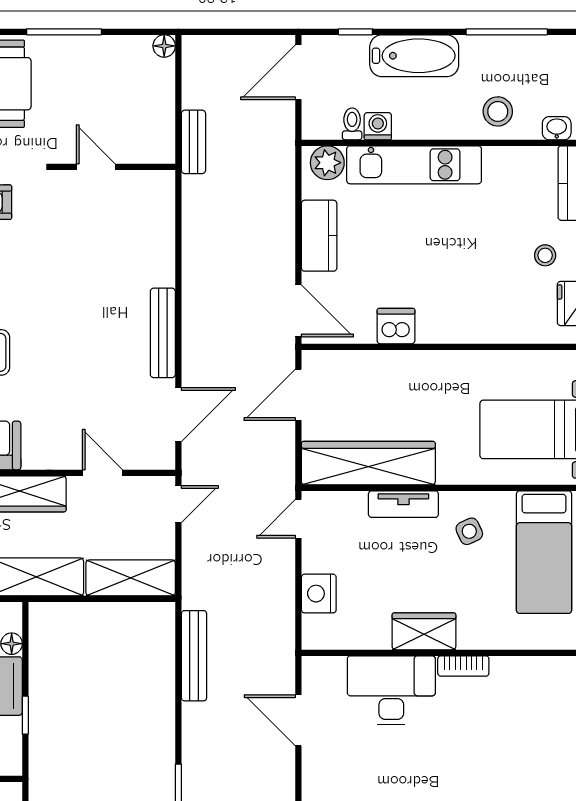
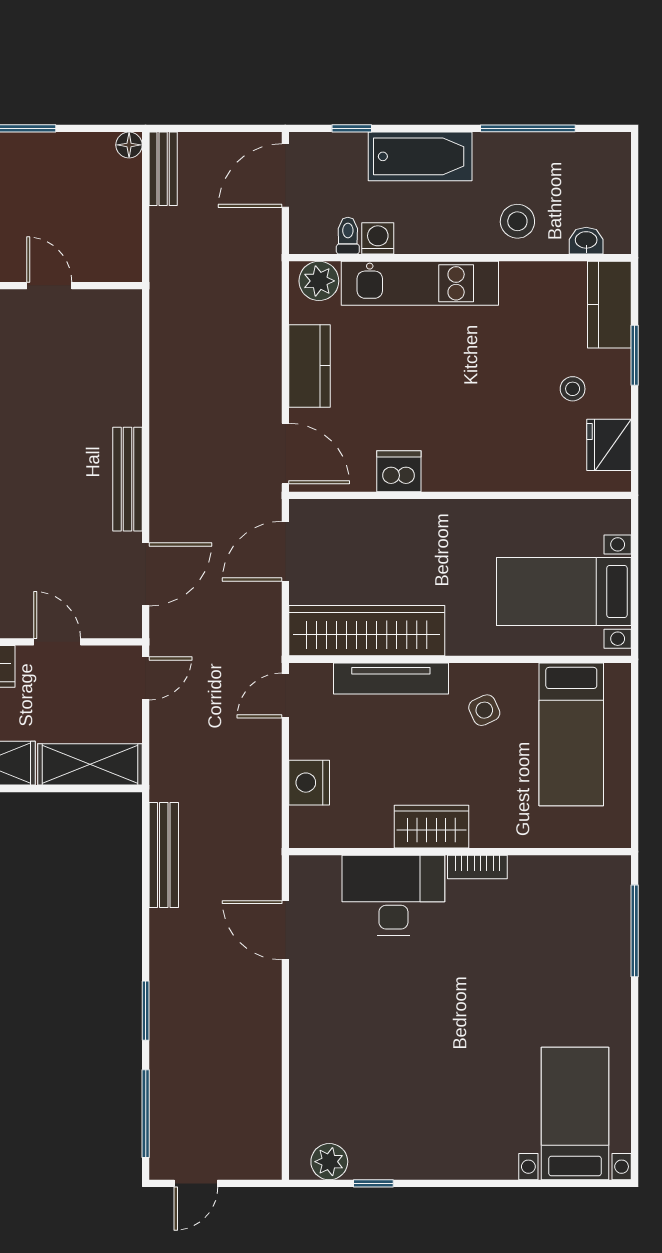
bench: (193, 142) -> (163, 169), moved
tv unit: (403, 504) -> (391, 678), width x1.41

